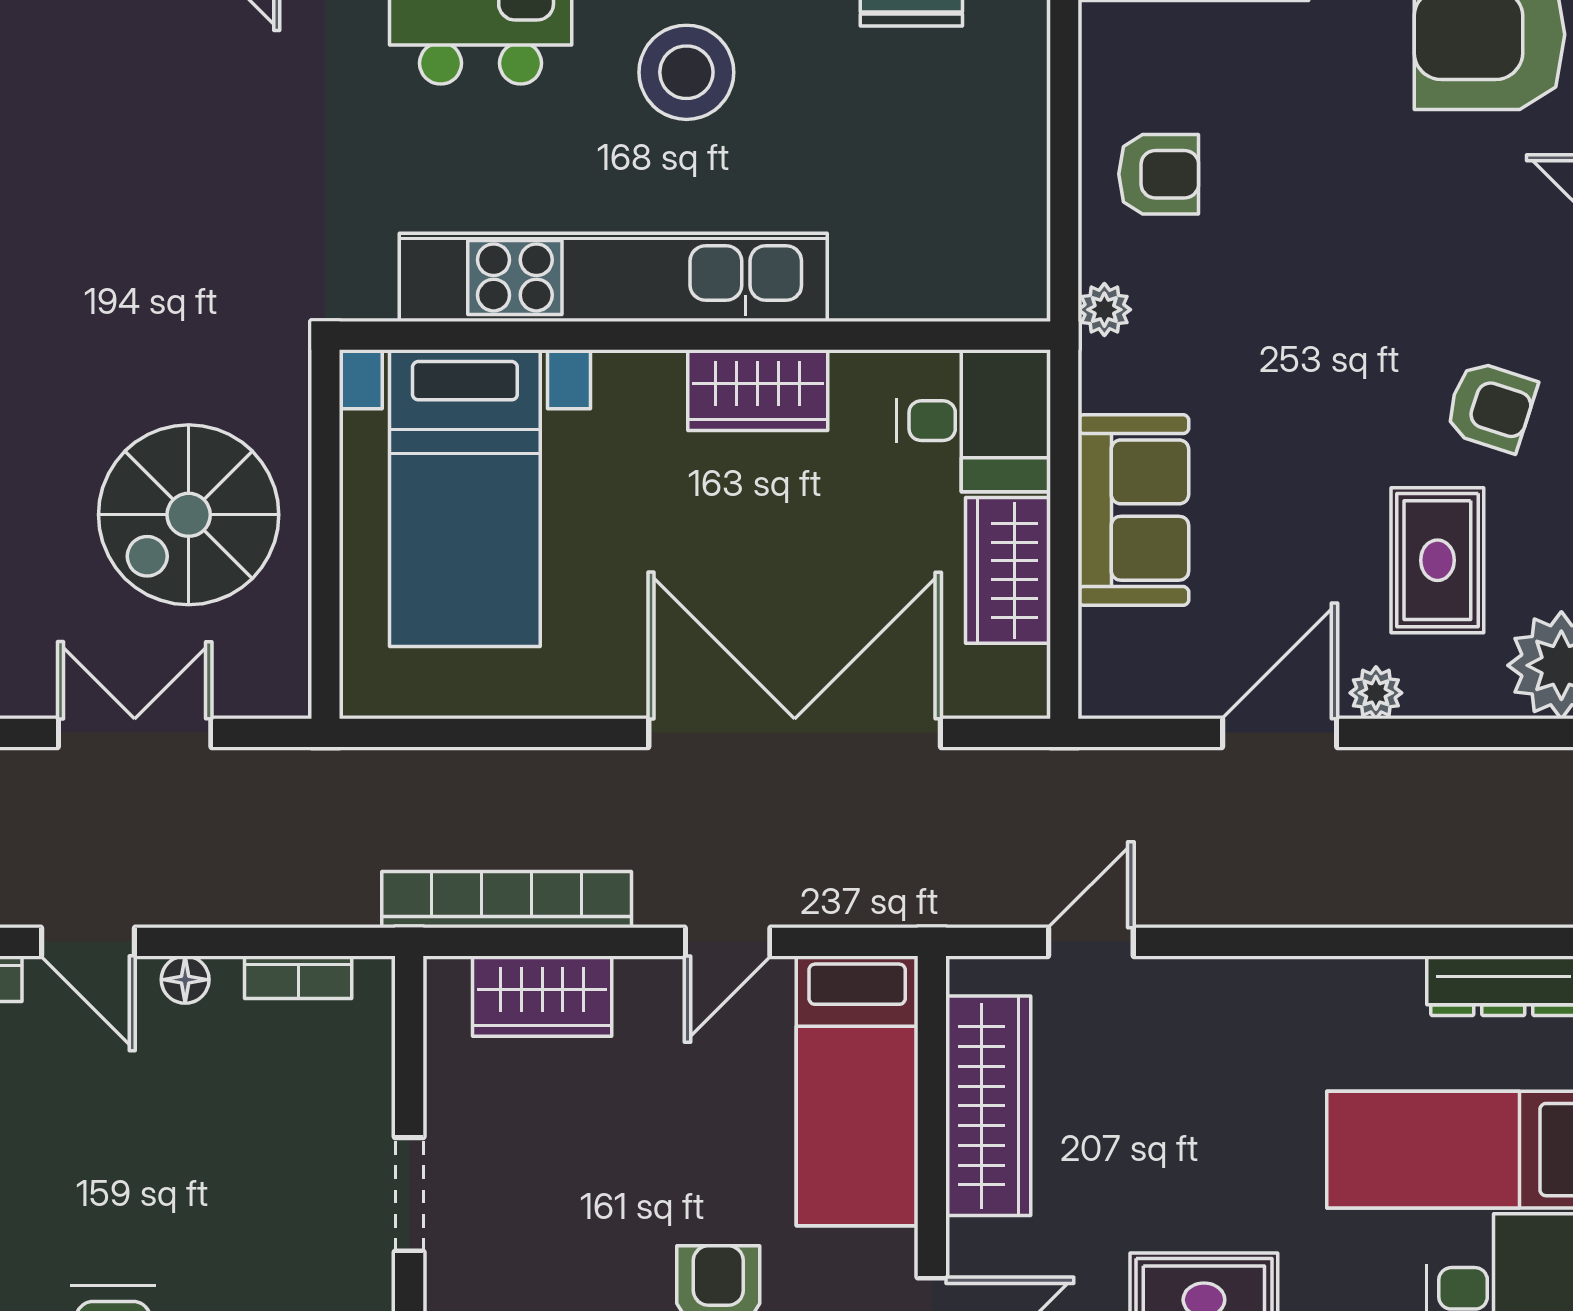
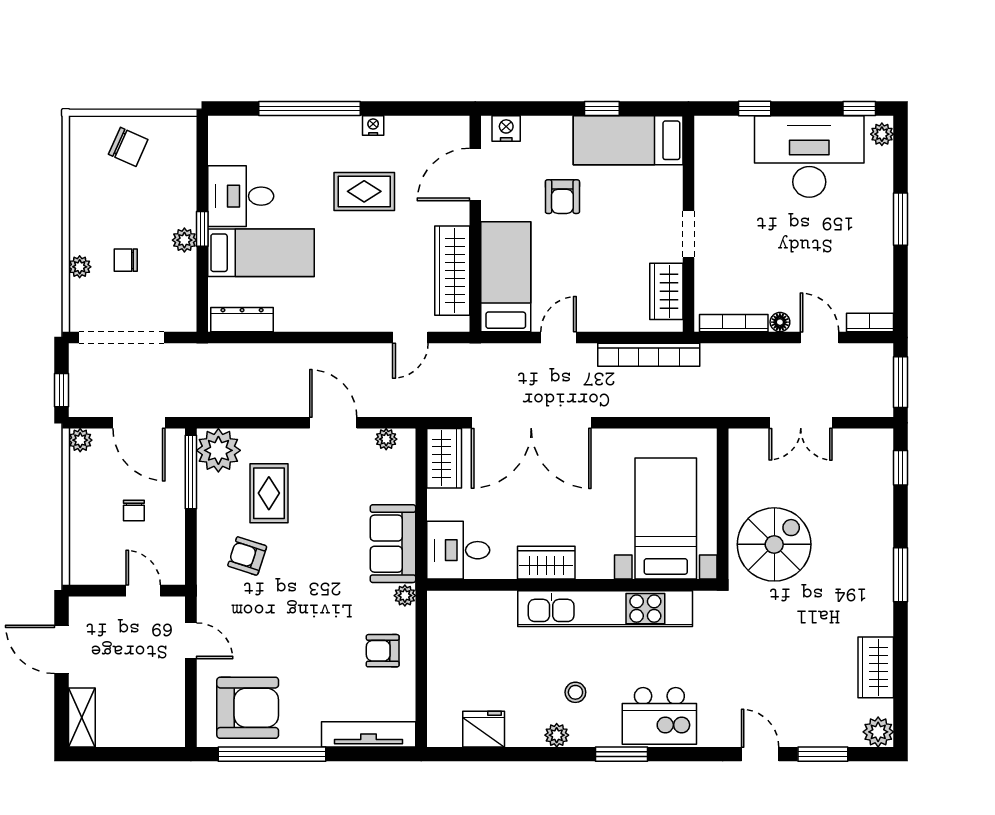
stool: (686, 72) -> (575, 692), width x0.53, depth x0.53
sofa: (1133, 510) -> (393, 544), moved
spiral stairs: (189, 515) -> (774, 544), moved
wardrobe: (1008, 570) -> (444, 458), moved
plant: (1376, 693) -> (386, 439), moved
door: (1280, 733) -> (333, 423), swing flipped
bookcase: (298, 977) -> (734, 323), width x1.56
wardrobe: (542, 996) -> (666, 291), moved, turned -90

